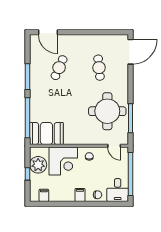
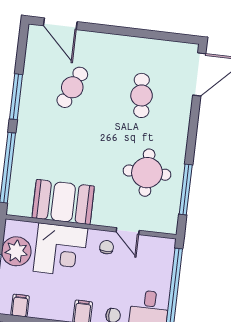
round table: (107, 111) -> (147, 173), width x0.73, depth x0.73
booth: (46, 134) -> (63, 202), moved
door: (114, 146) -> (128, 231), moved

